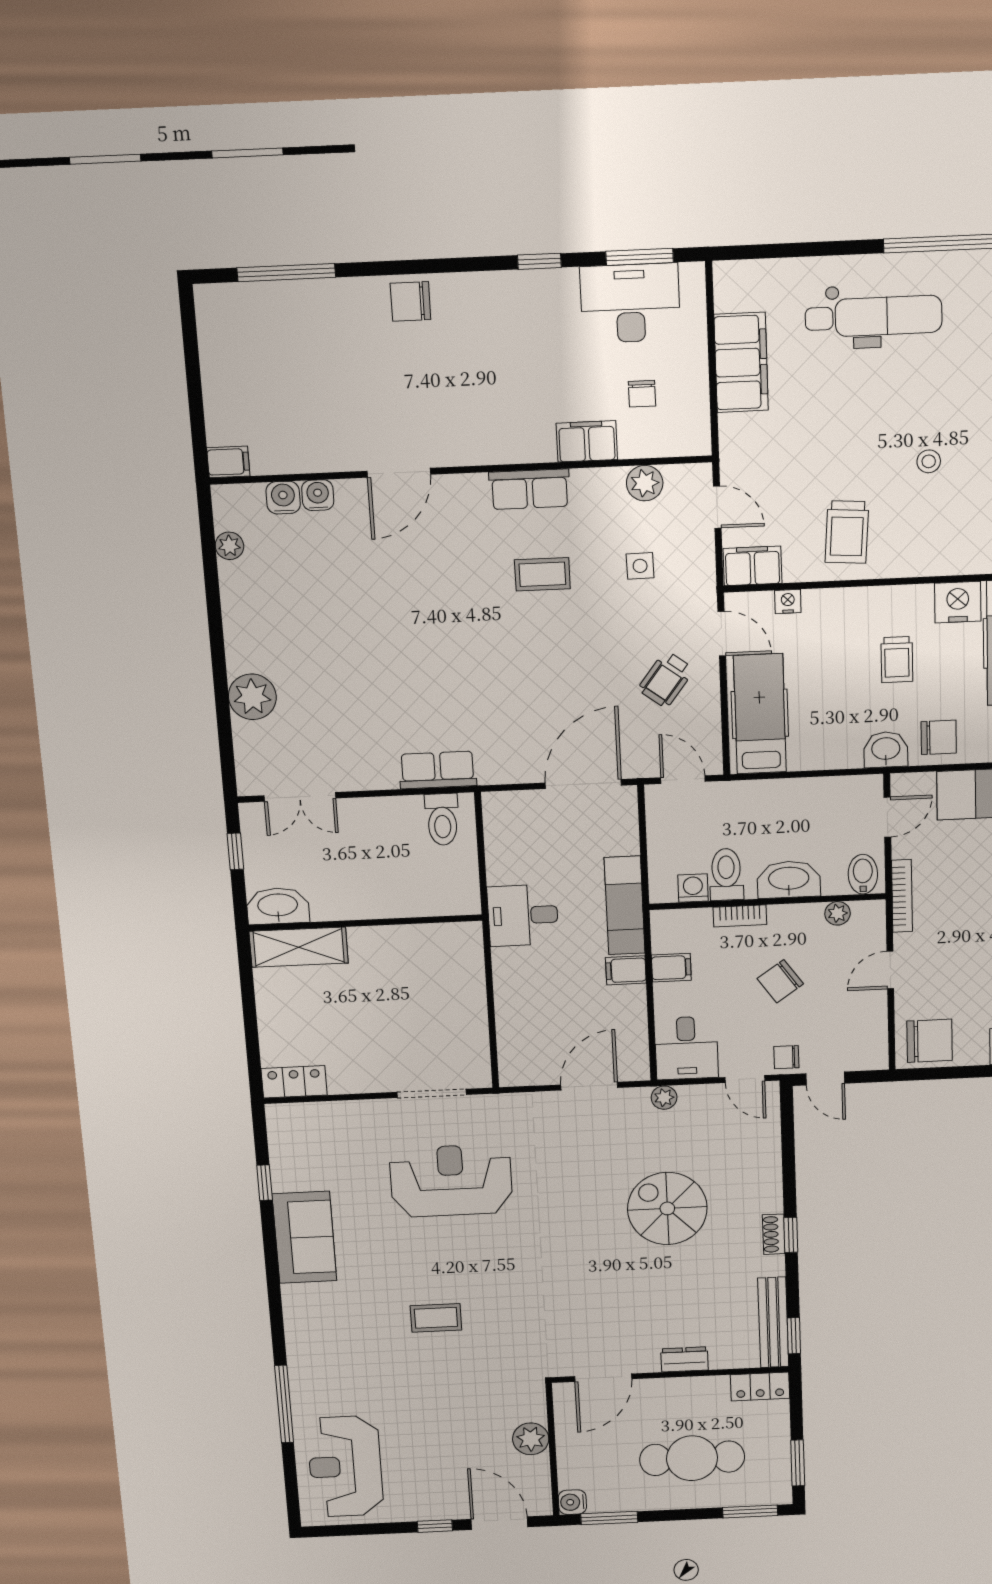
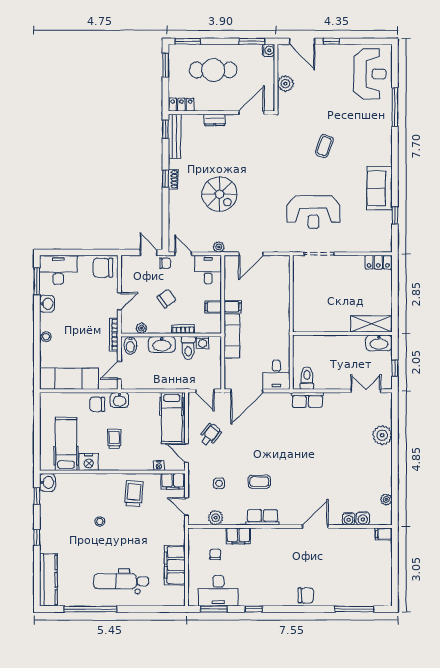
desk: (523, 915) -> (276, 375), moved, turned 90
coffee table: (436, 1318) -> (324, 146), turned -69

